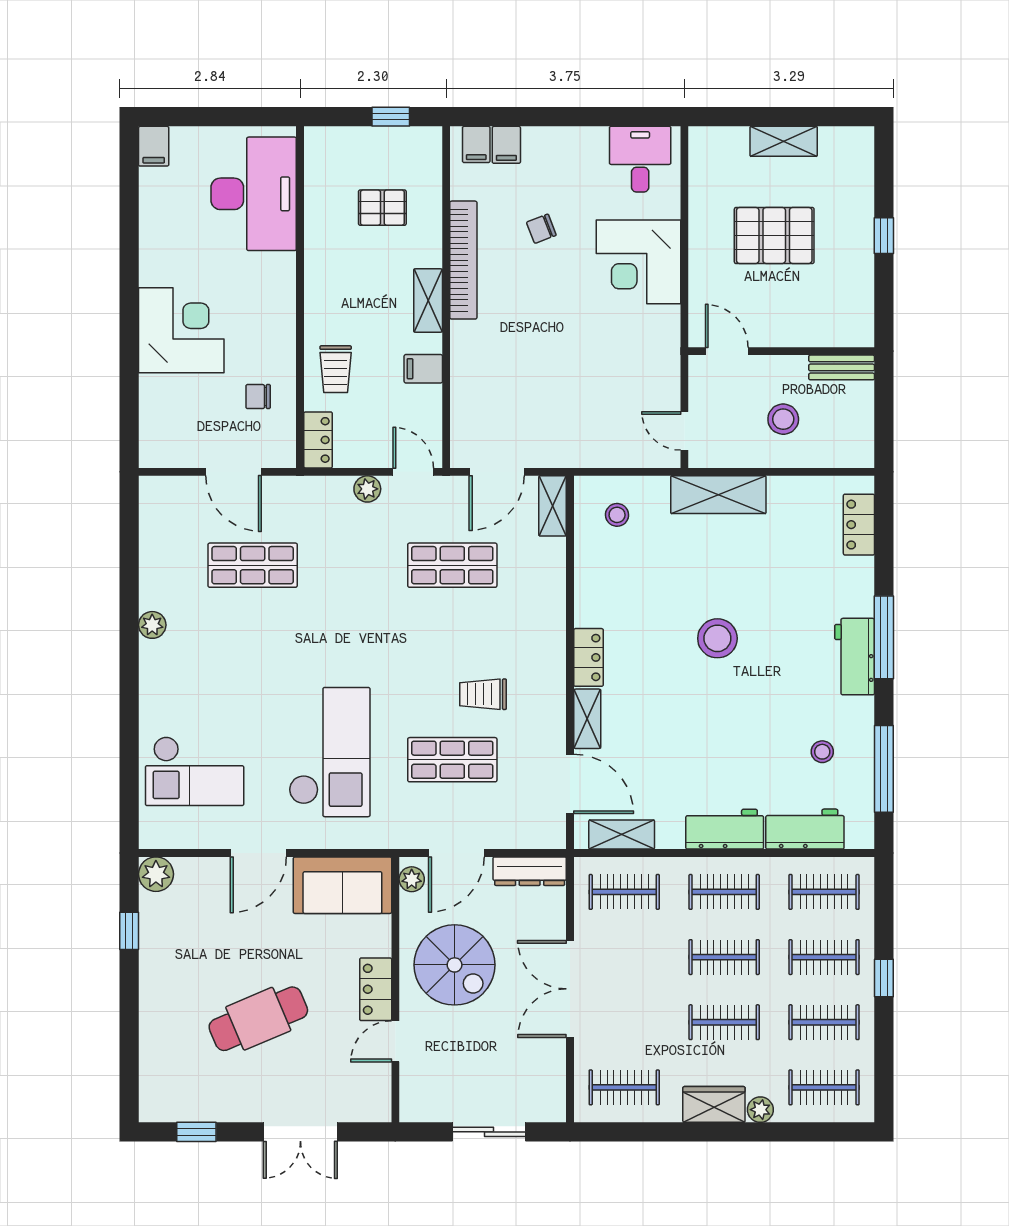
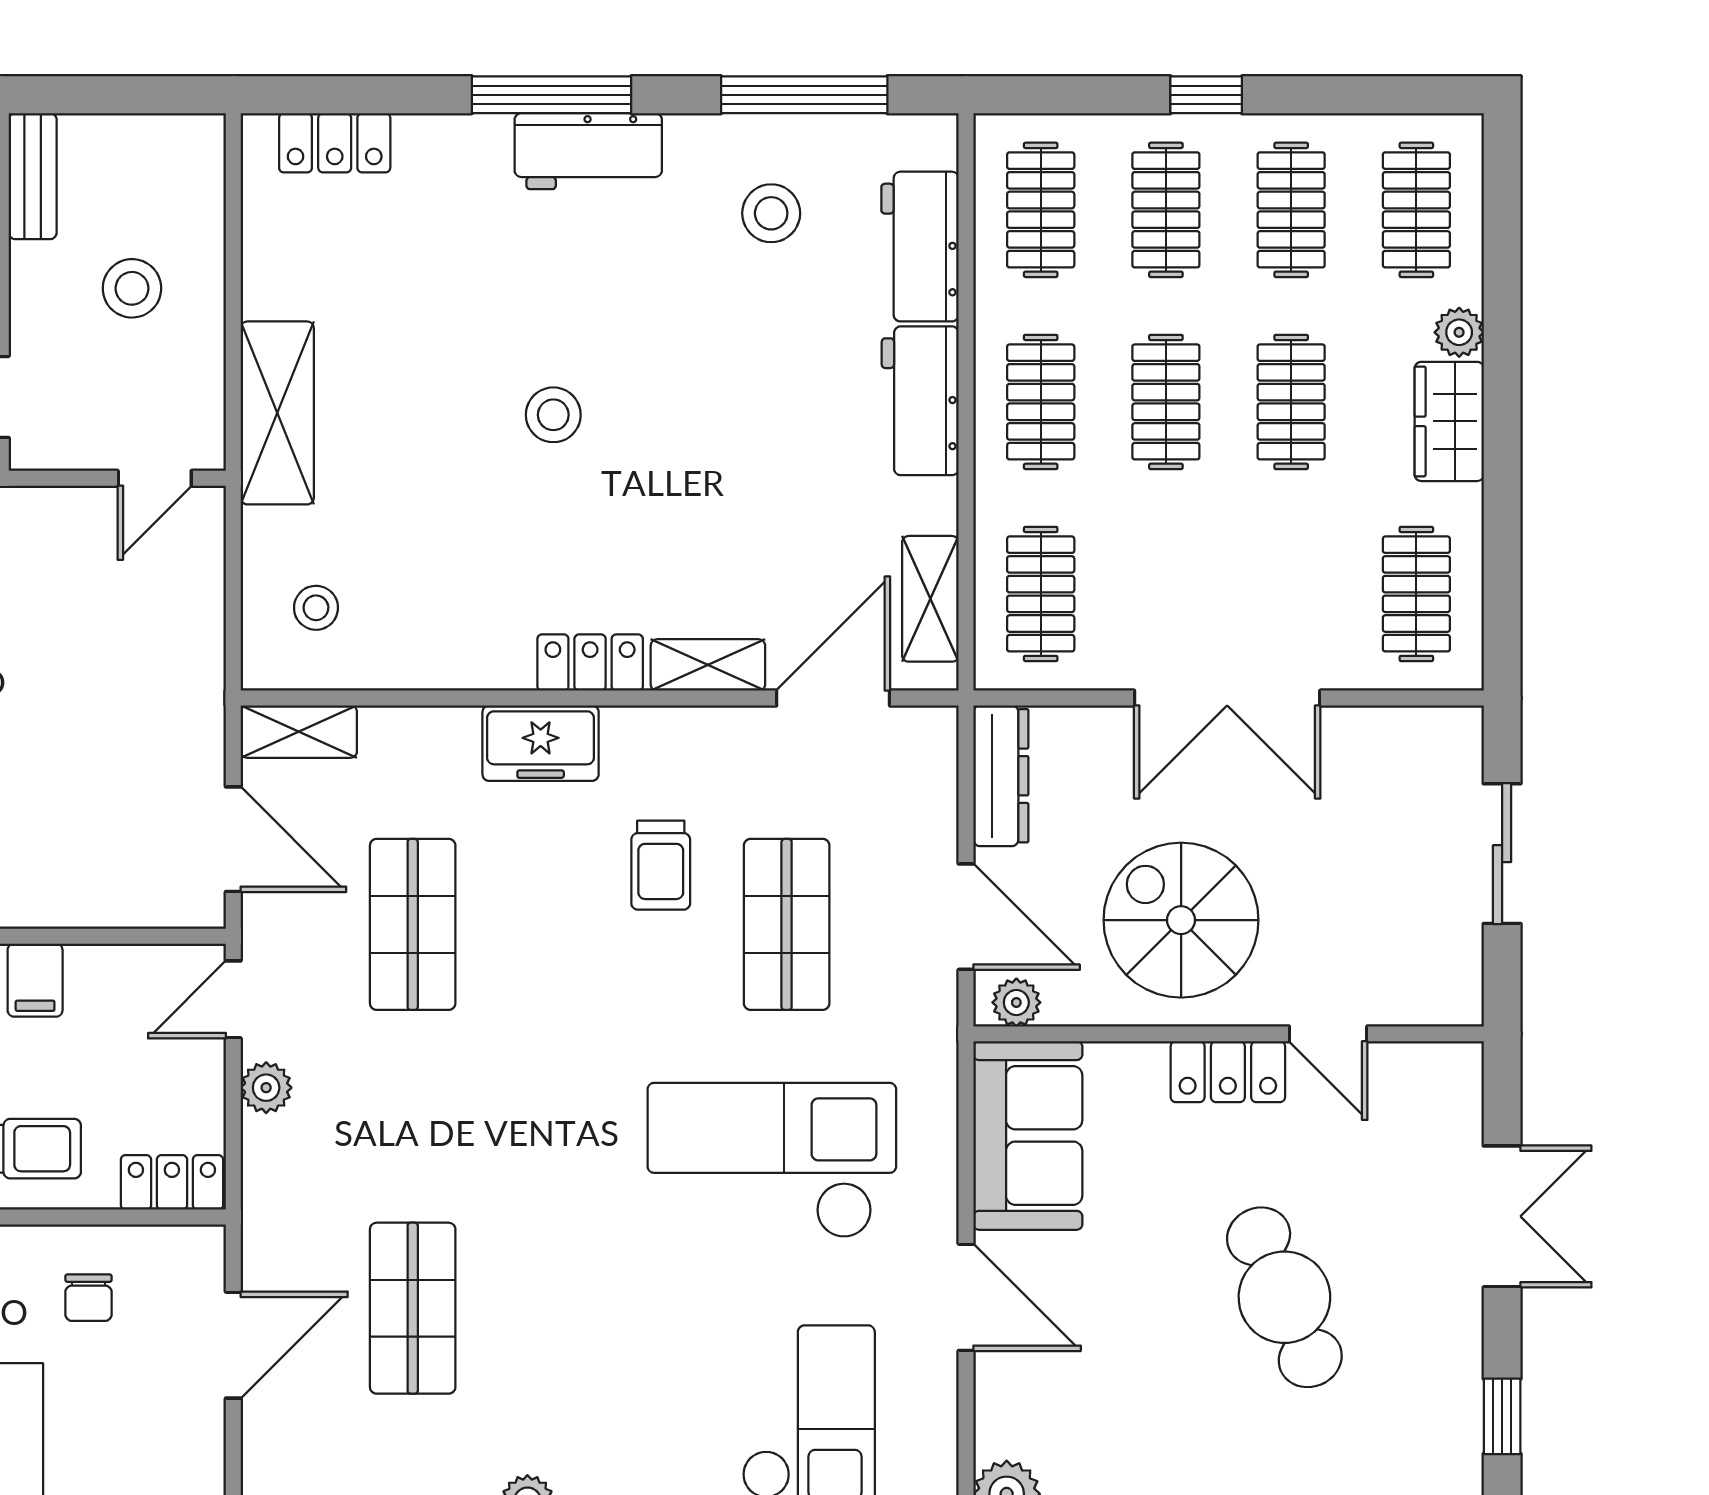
freezer: (547, 632) -> (541, 743), added
stool: (717, 638) -> (553, 415), width x0.73, depth x0.73
stool: (822, 752) -> (771, 213), width x1.37, depth x1.37
spiral stairs: (455, 965) -> (1181, 920), turned -90

